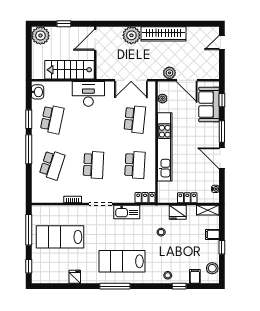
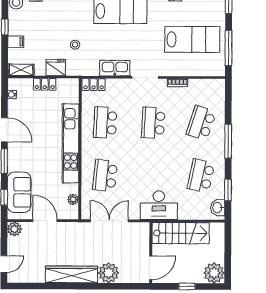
plant: (169, 73) -> (14, 229), moved
window: (29, 119) -> (228, 190), moved

